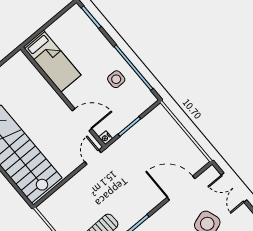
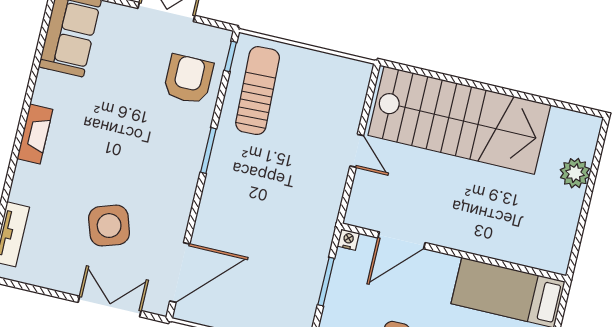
door: (93, 157) -> (357, 151), moved
door: (181, 188) -> (180, 273), moved

